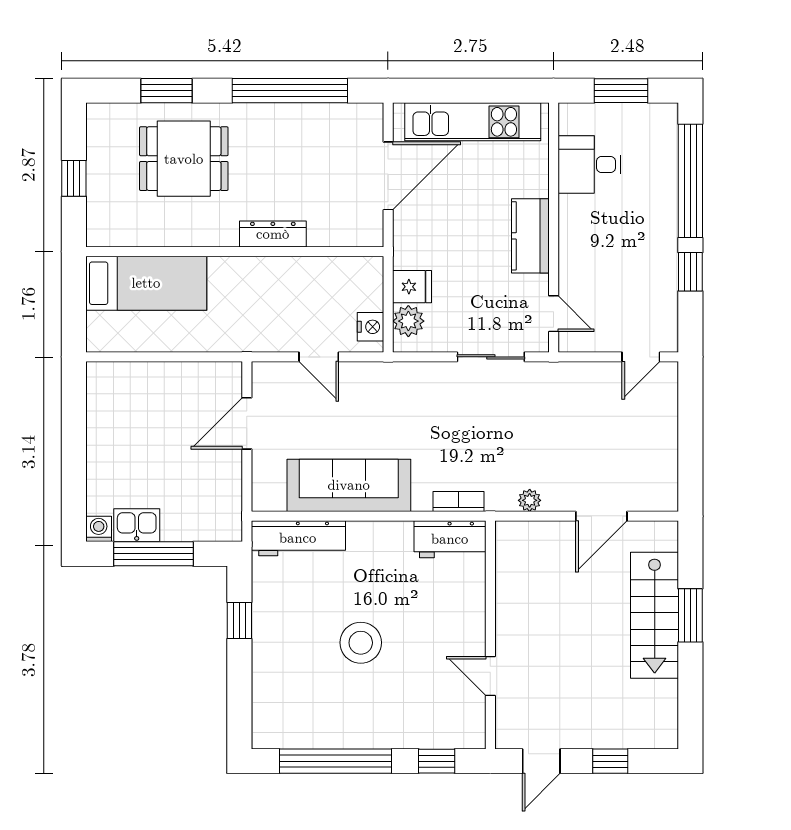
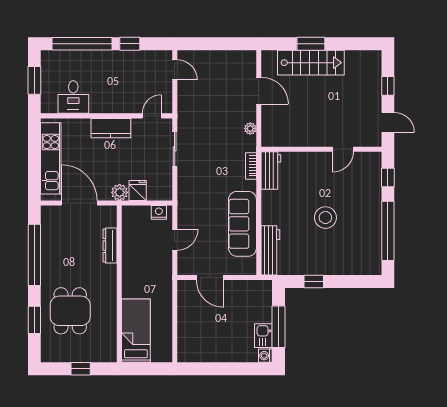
dresser: (273, 234) -> (110, 246), moved
plant: (408, 321) -> (120, 192), moved

